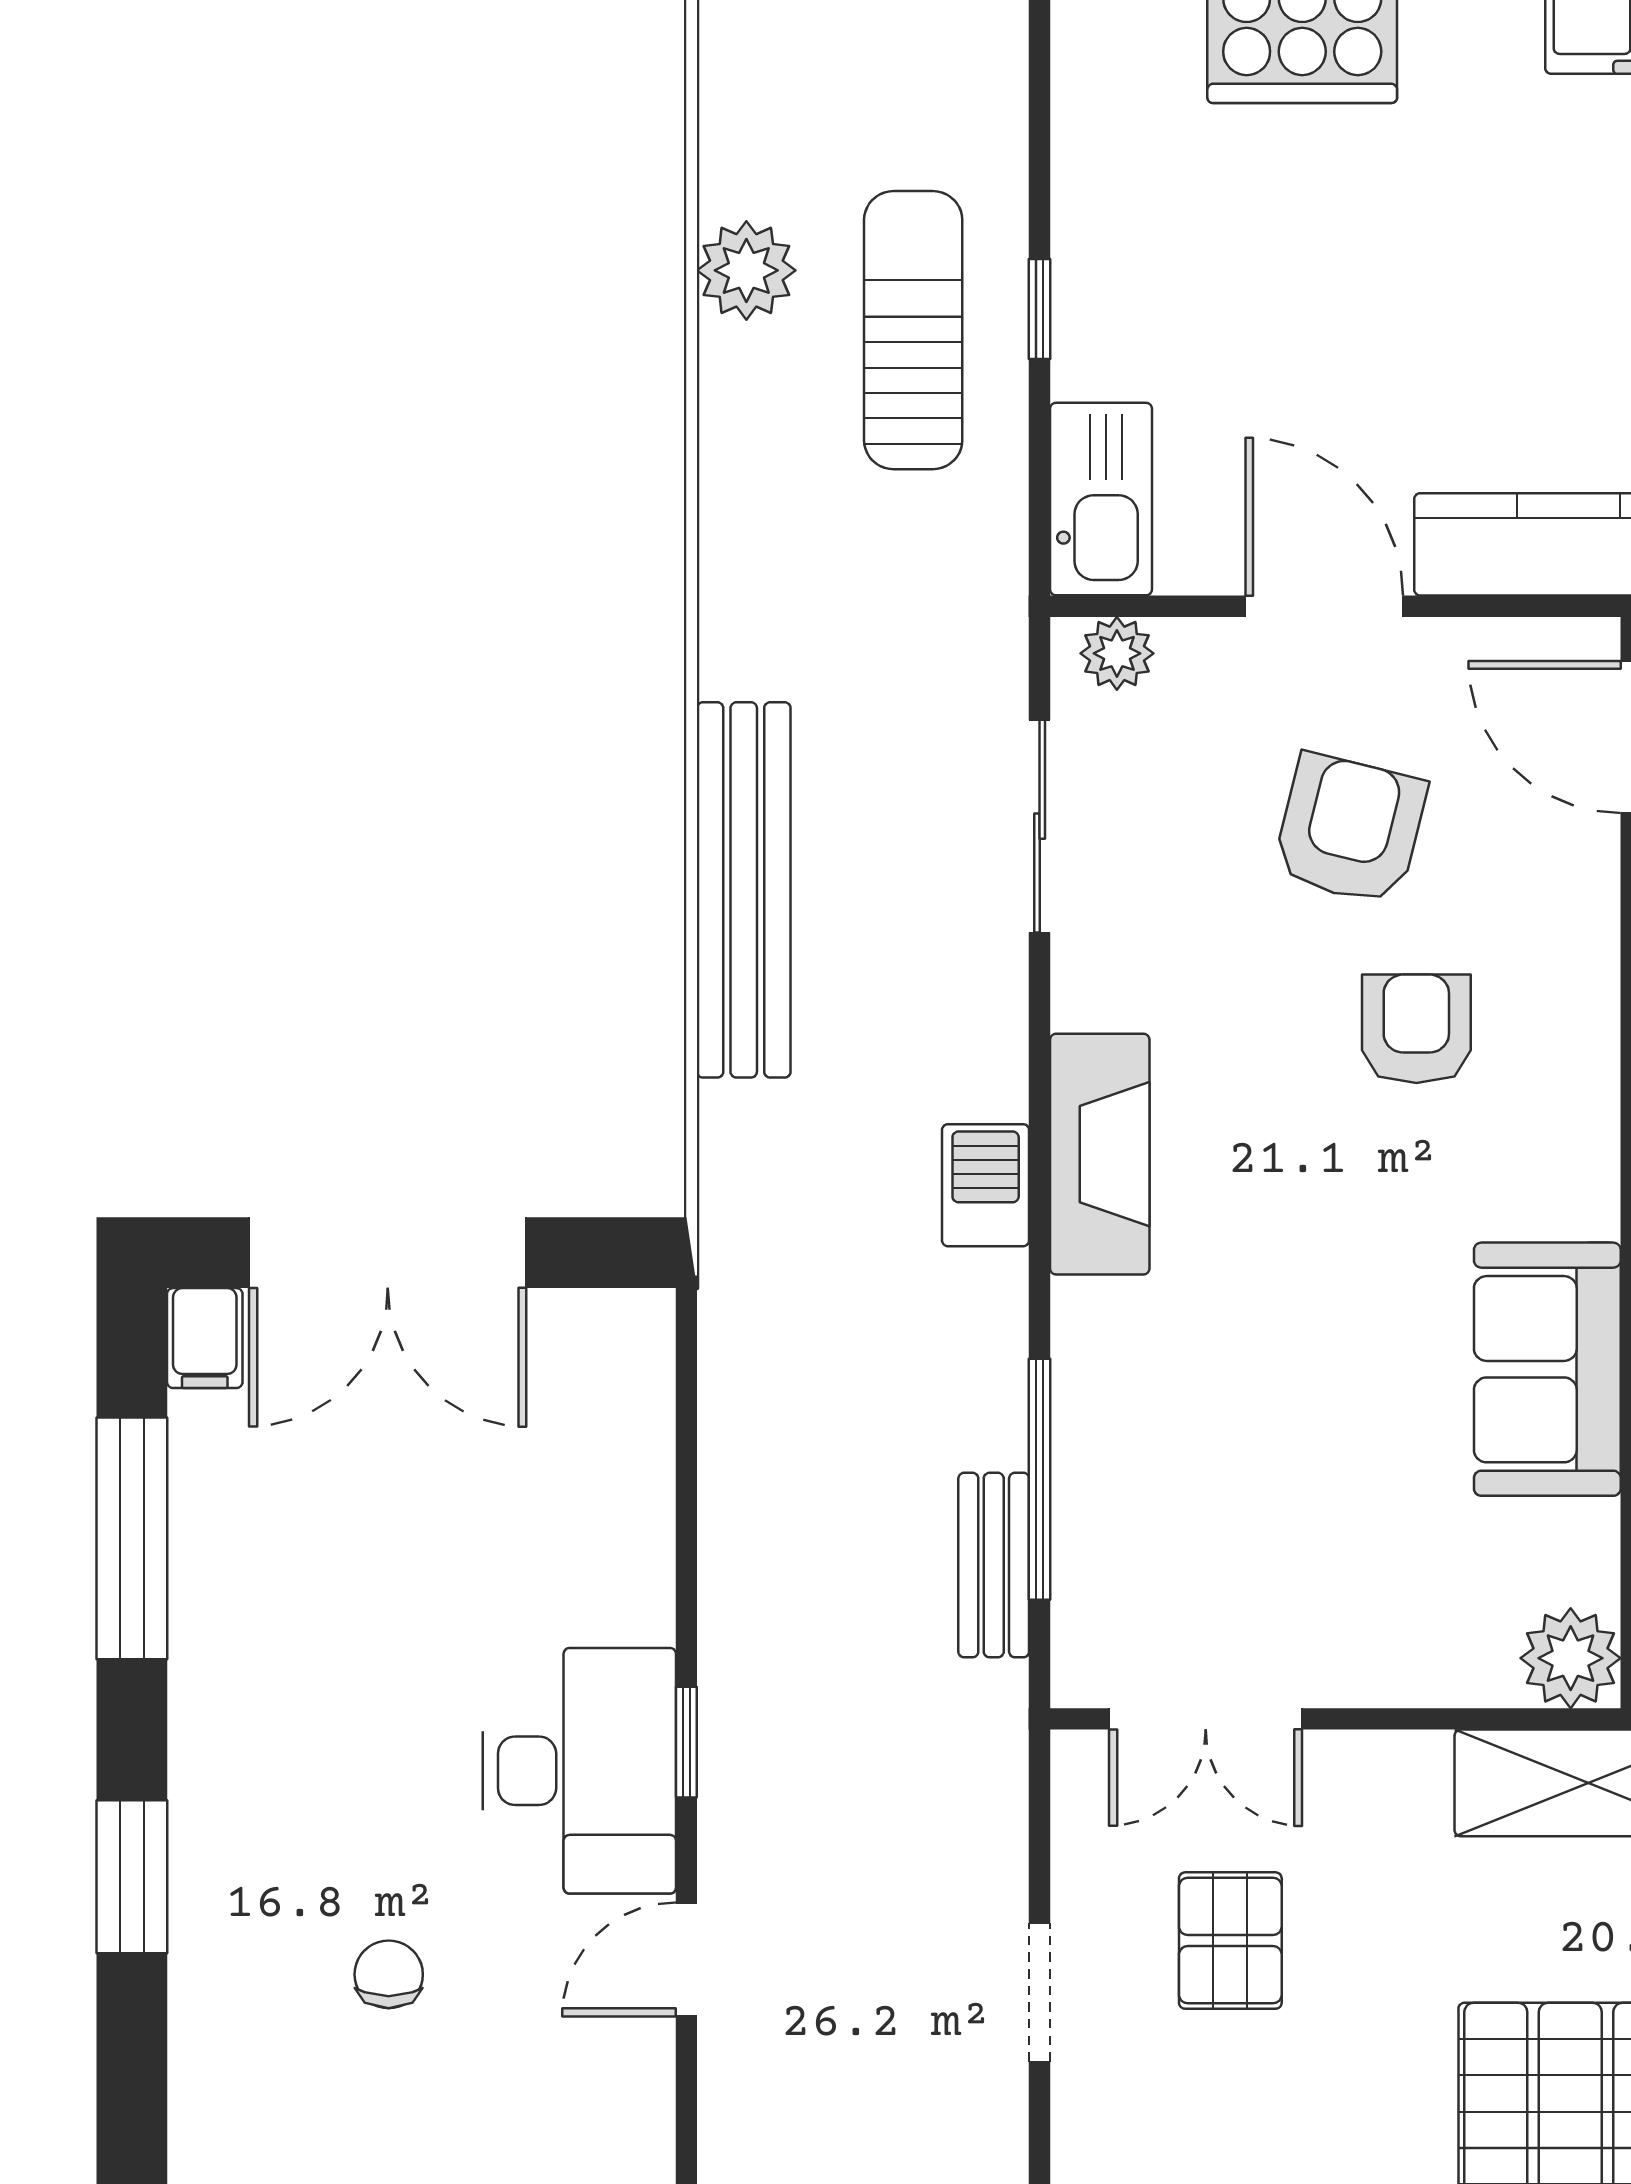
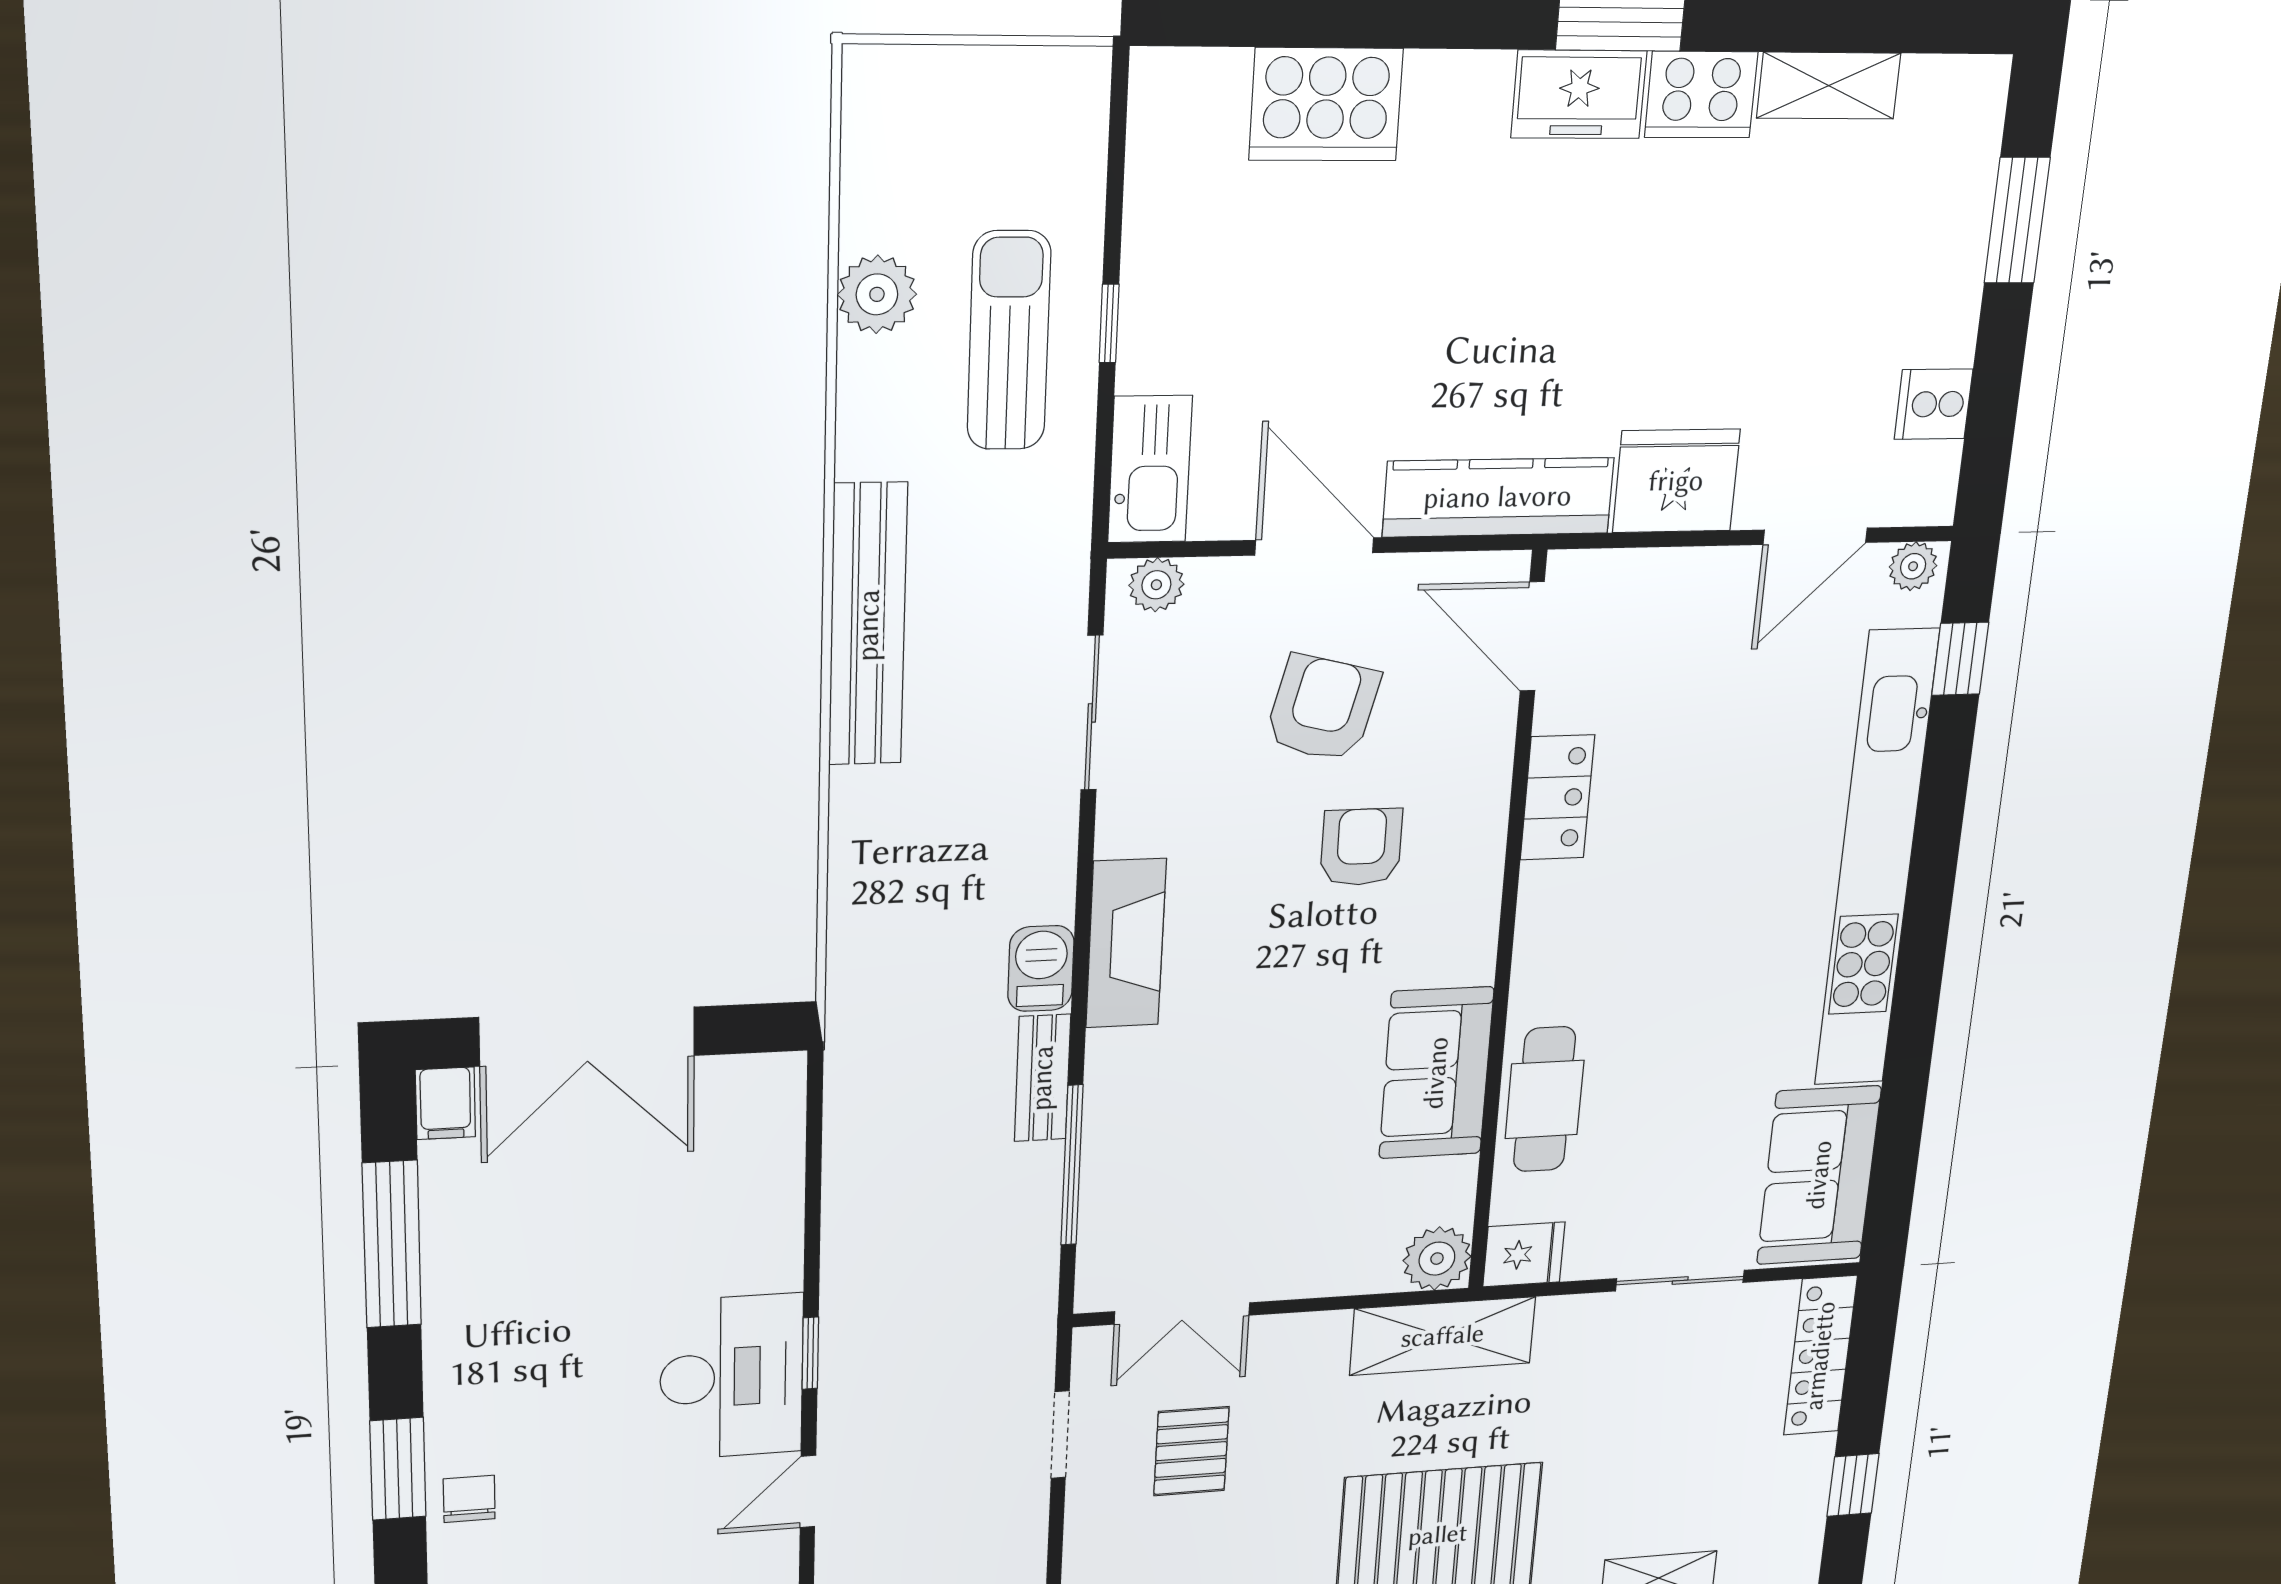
bench: (744, 890) -> (868, 625), moved
bench: (994, 1565) -> (1042, 1078), moved
chair: (389, 1974) -> (469, 1499), moved
doorway: (1040, 1992) -> (1060, 1435), moved

